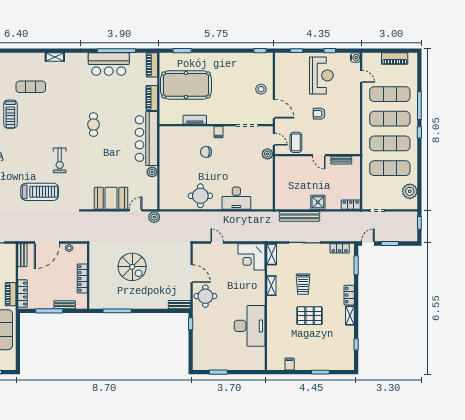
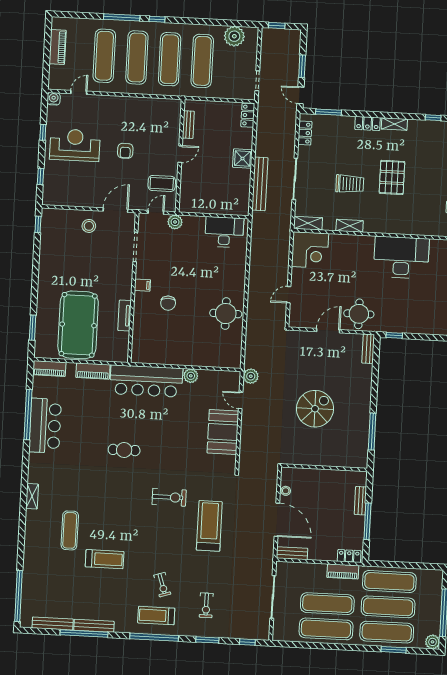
desk: (236, 198) -> (224, 232), moved, turned -90
locker: (82, 278) -> (327, 476), removed
locker: (22, 294) -> (349, 556), width x0.66

